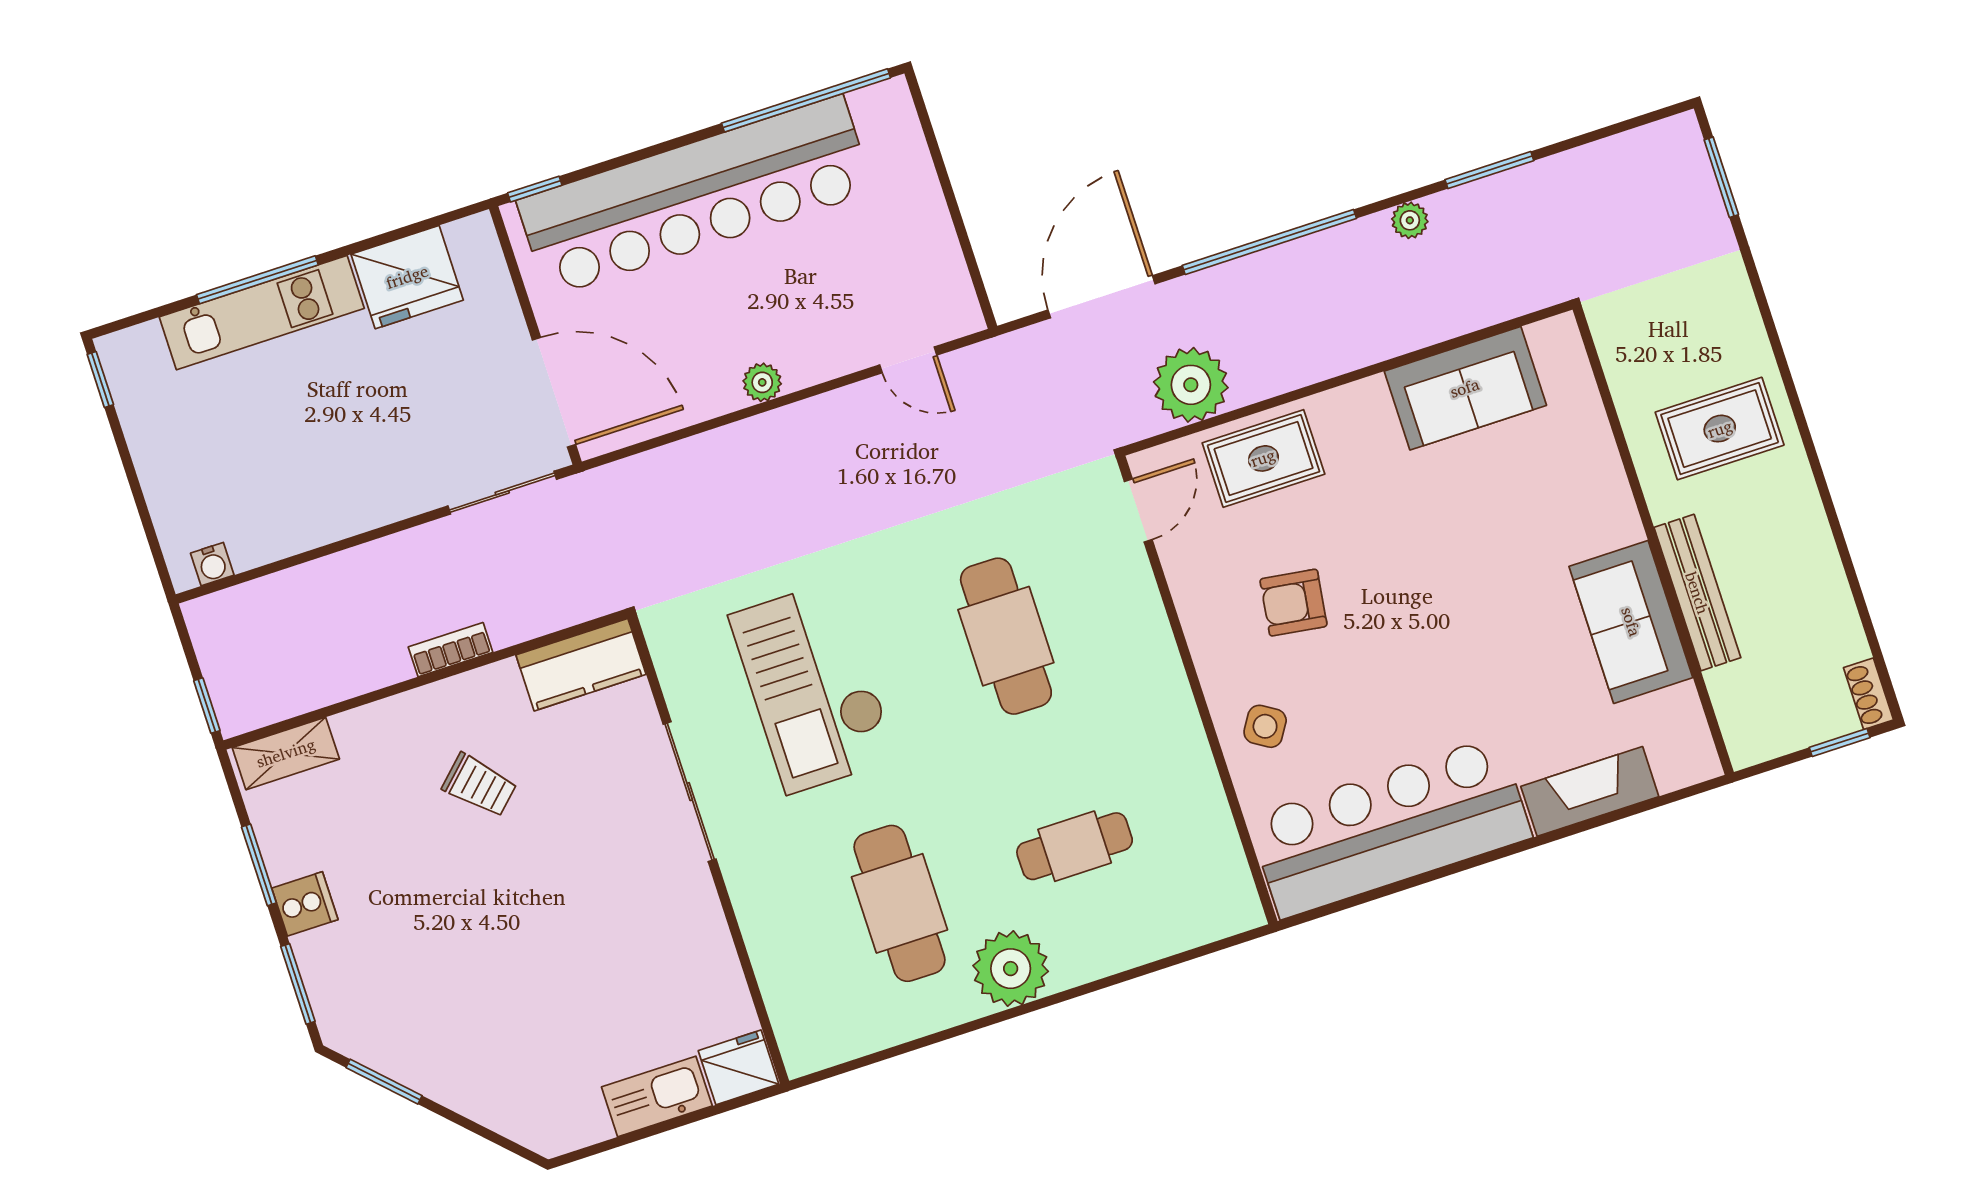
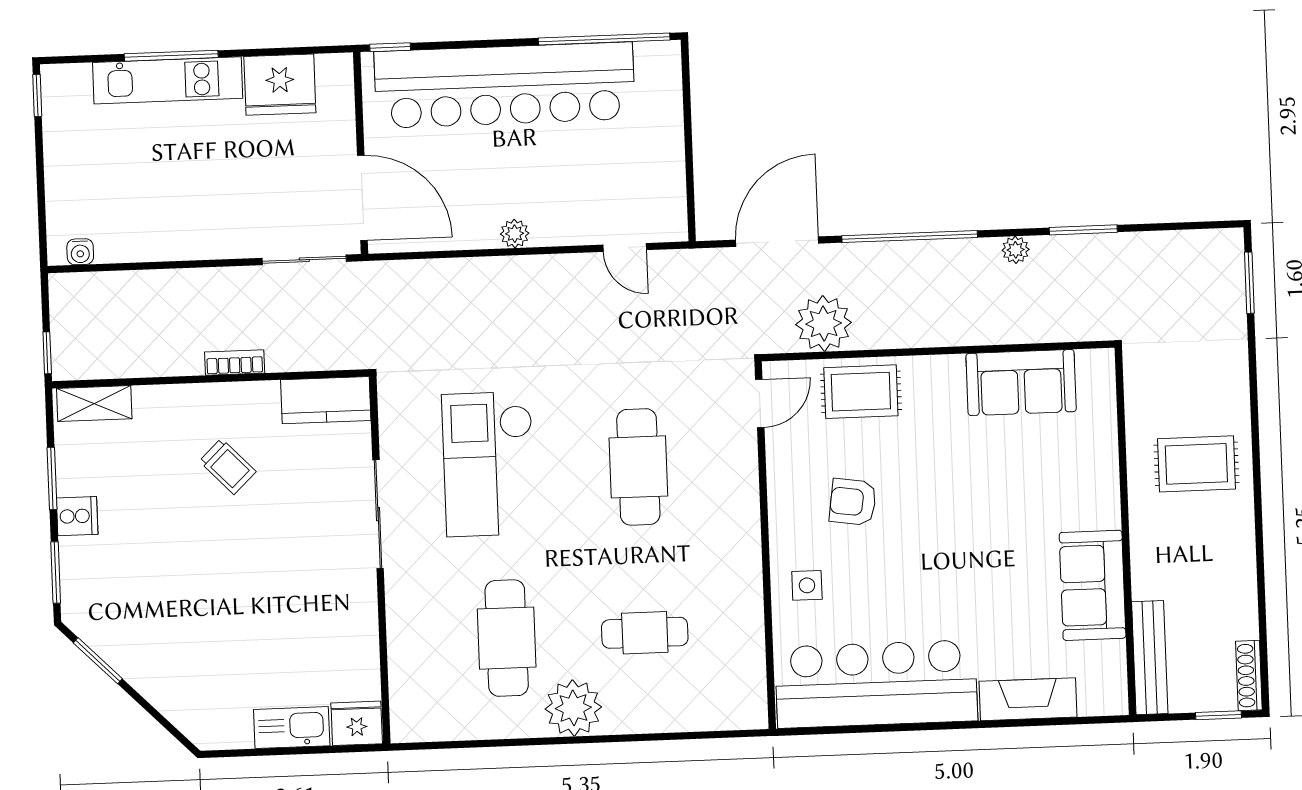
bench: (1697, 593) -> (1150, 658), moved
shoe rack: (1868, 694) -> (1249, 676), width x1.43
side table: (1265, 726) -> (807, 585), turned -32

